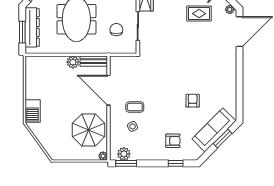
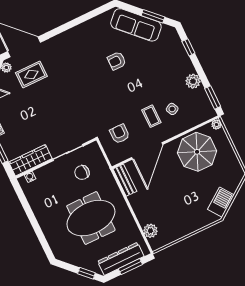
rug: (199, 14) -> (31, 74), moved, turned 90
plant: (73, 62) -> (151, 231), moved
barbecue: (33, 111) -> (221, 202), moved, turned -36
window: (223, 139) -> (153, 16), moved
armchair: (173, 141) -> (120, 134), moved
plant: (124, 154) -> (193, 81), moved

